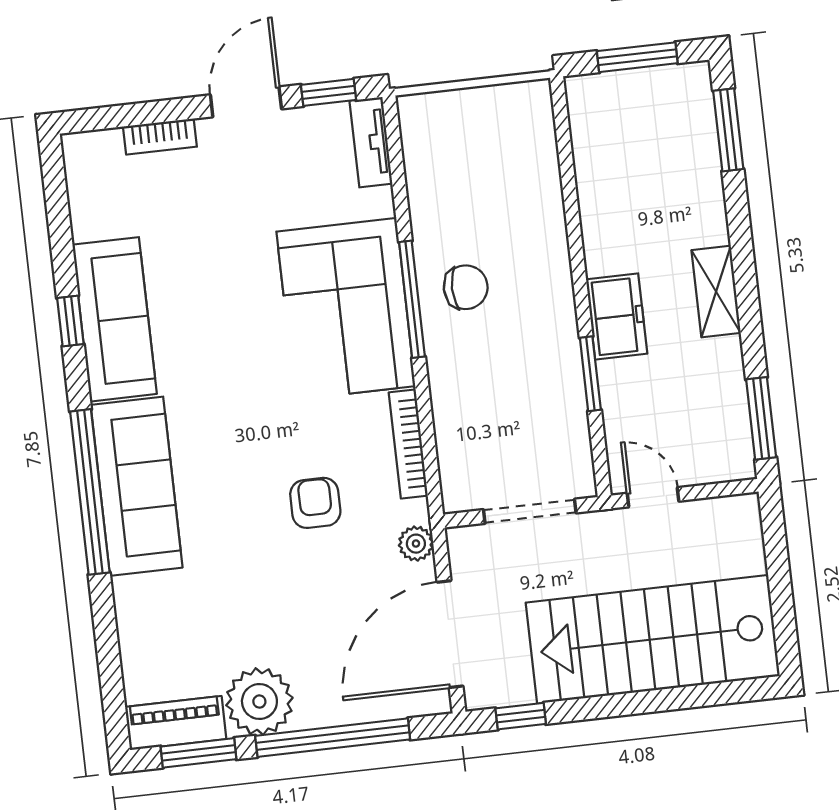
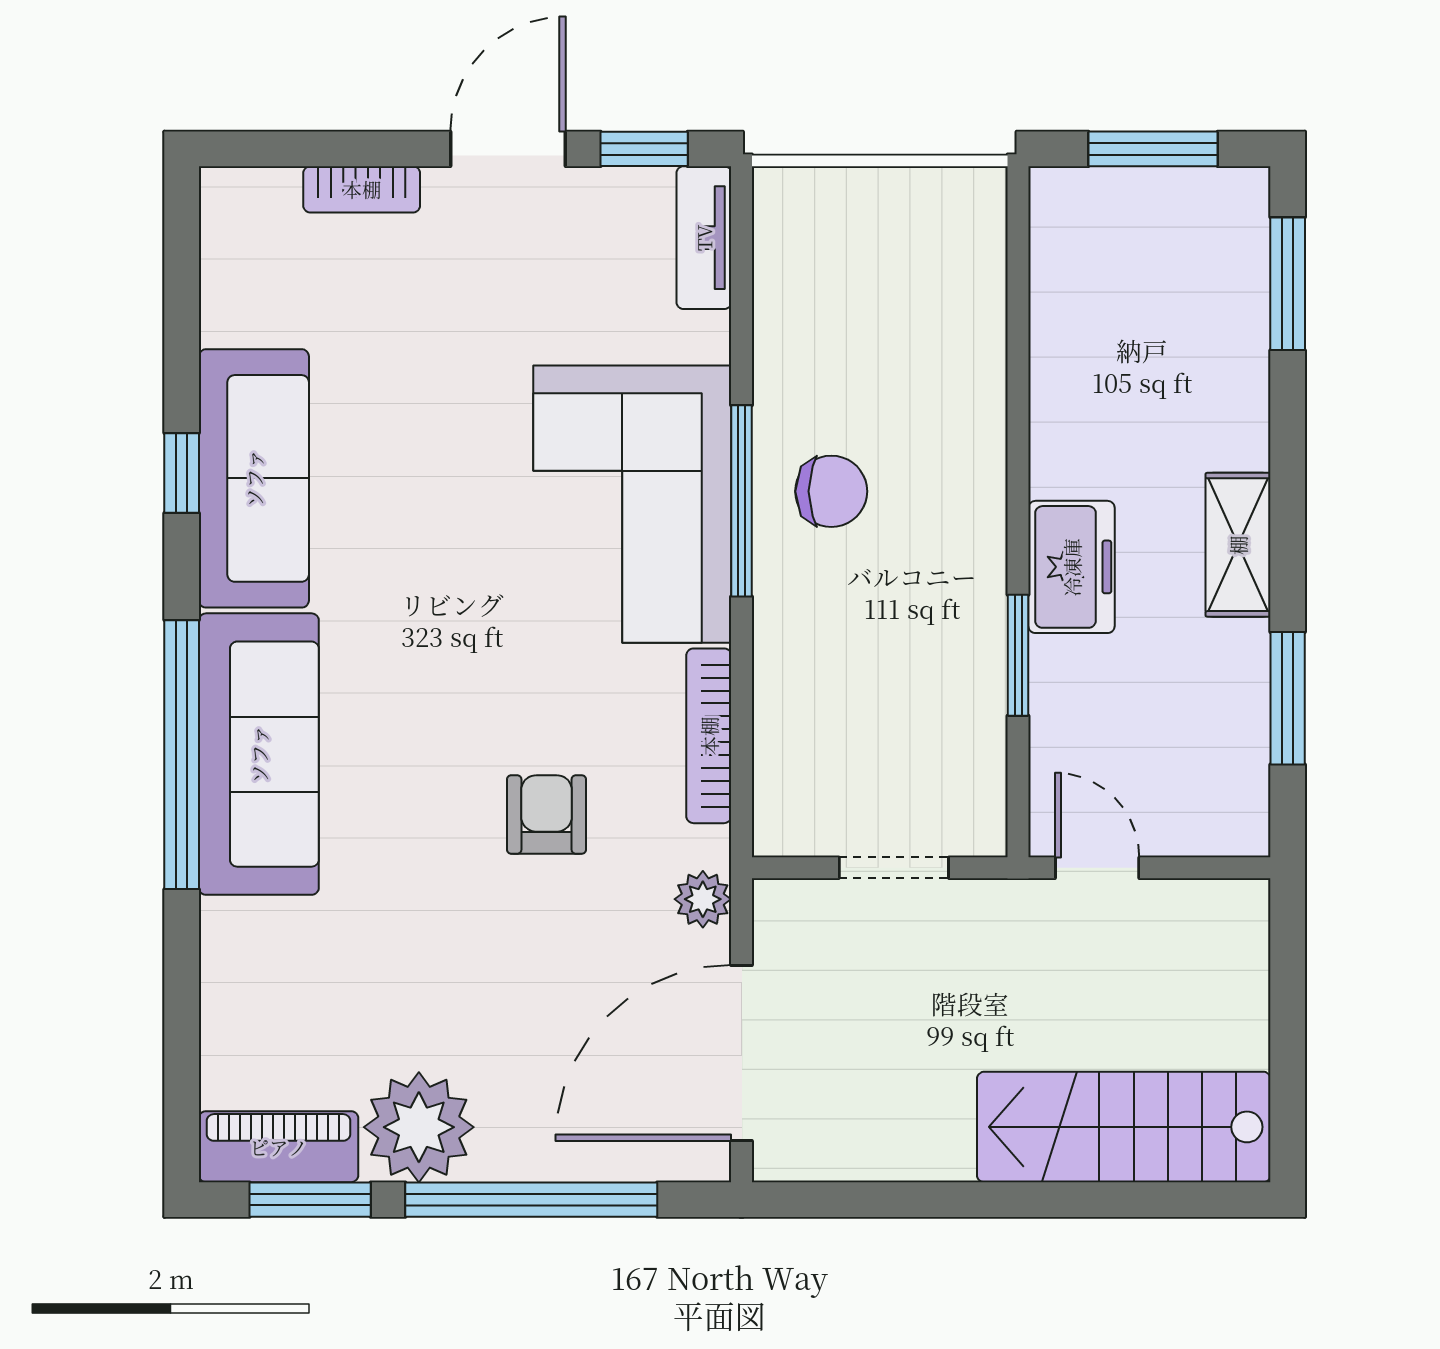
window: (761, 418) -> (1288, 698), moved
doorway: (530, 511) -> (894, 868), width x0.73
stairs: (653, 639) -> (1124, 1127), width x0.73, depth x0.66
window: (521, 716) -> (841, 1200), removed

